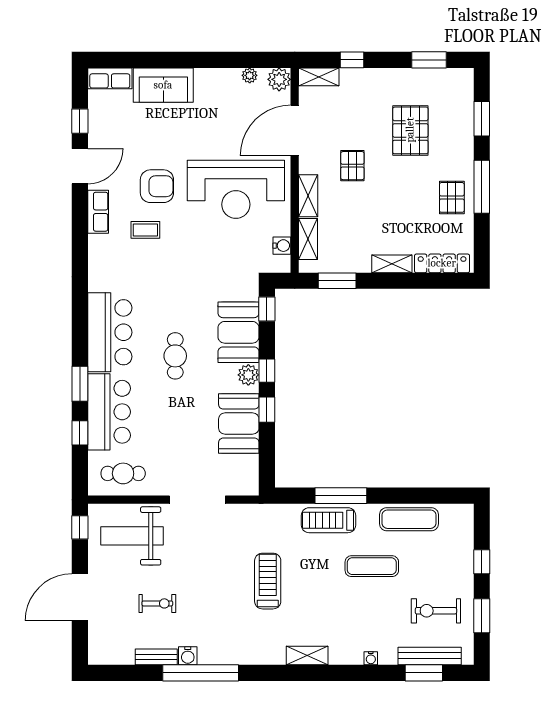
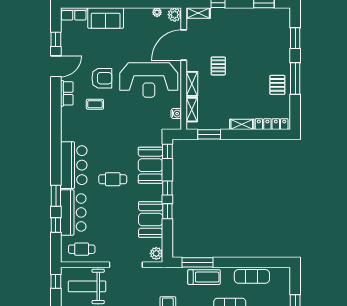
pallet: (410, 130) -> (253, 45), removed
cafe table: (175, 356) -> (113, 179), turned 90
plant: (248, 375) -> (156, 253), moved
window: (341, 496) -> (198, 262), moved
treadmill: (328, 520) -> (204, 277), turned 180

